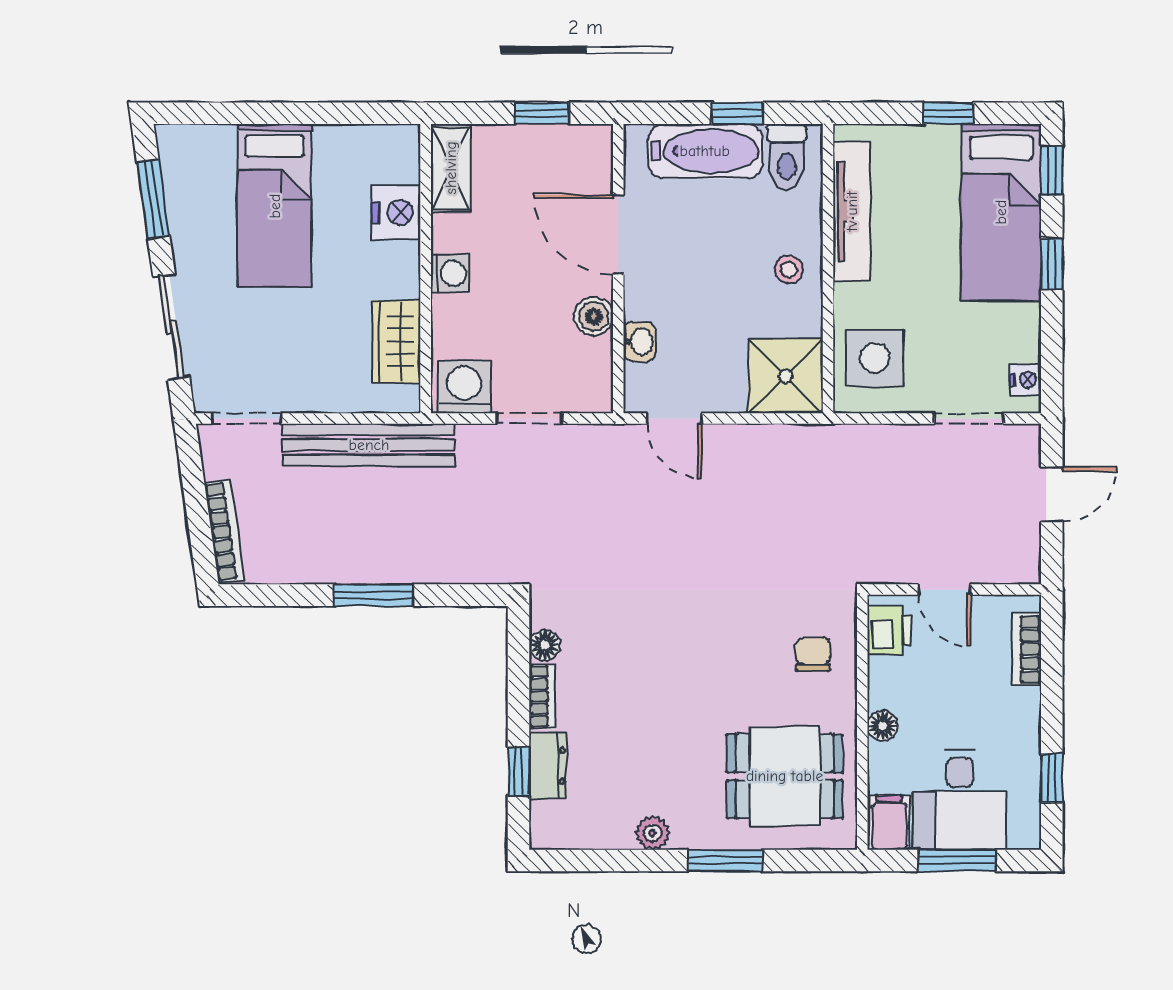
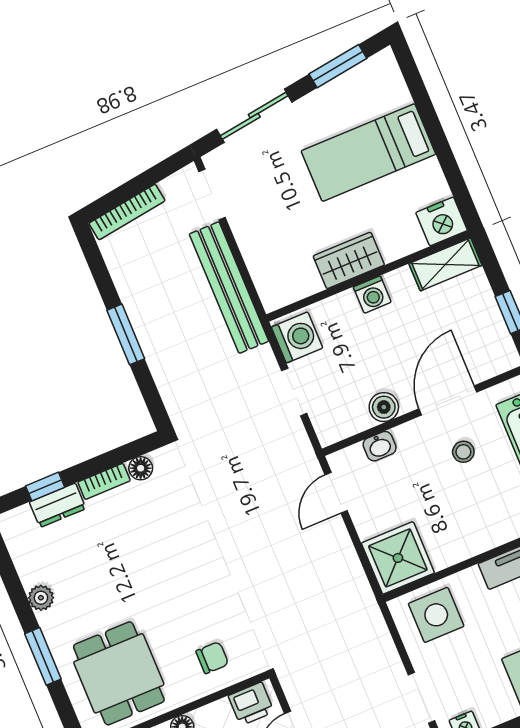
nightstand: (396, 213) -> (442, 221), moved
stool: (789, 270) -> (463, 452), moved
wardrobe: (396, 342) -> (349, 260), moved

